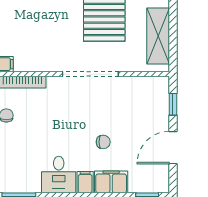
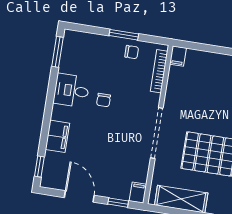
chair: (103, 142) -> (104, 100), moved
filing cabinet: (85, 182) -> (138, 193), moved, turned -90

